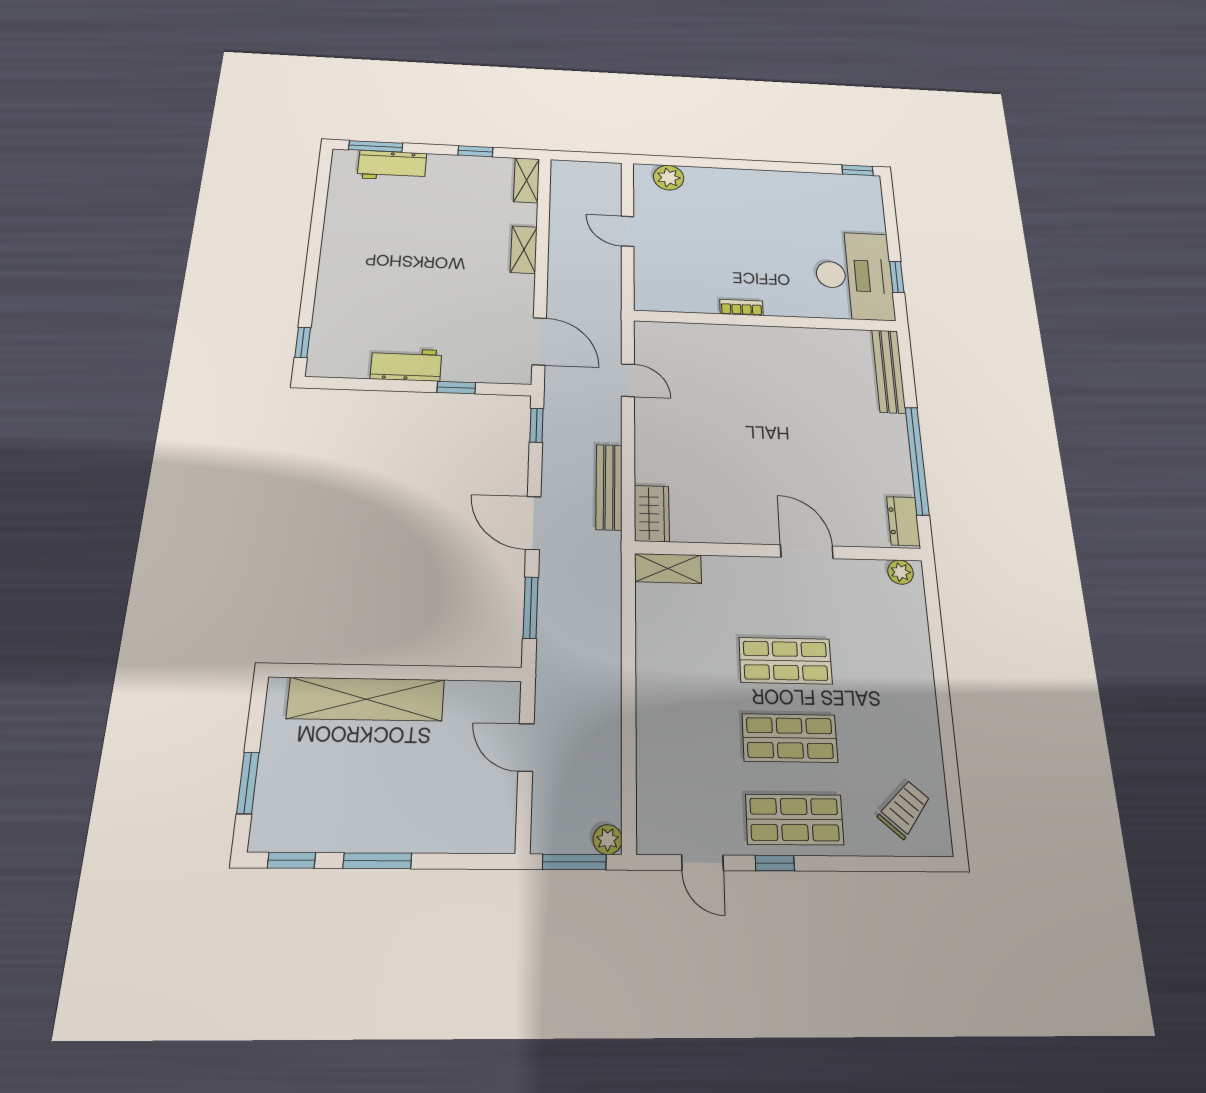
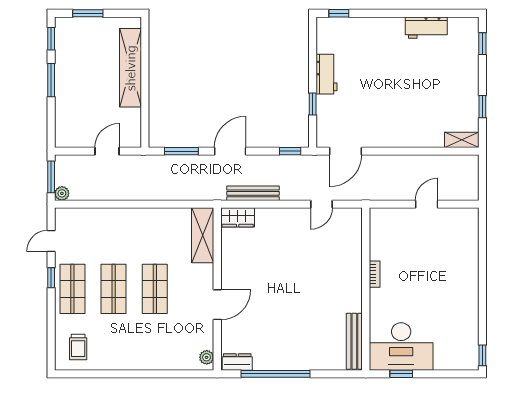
window: (376, 146) -> (482, 44), width x0.67
workbench: (392, 166) -> (426, 28), moved, turned -90
plant: (669, 178) -> (469, 231), removed
shelving: (524, 250) -> (410, 140), removed
bench: (889, 371) -> (354, 341), moved, turned 90
shelving: (668, 568) -> (203, 235), width x1.50, depth x1.33
trolley: (904, 809) -> (78, 347), turned 49

